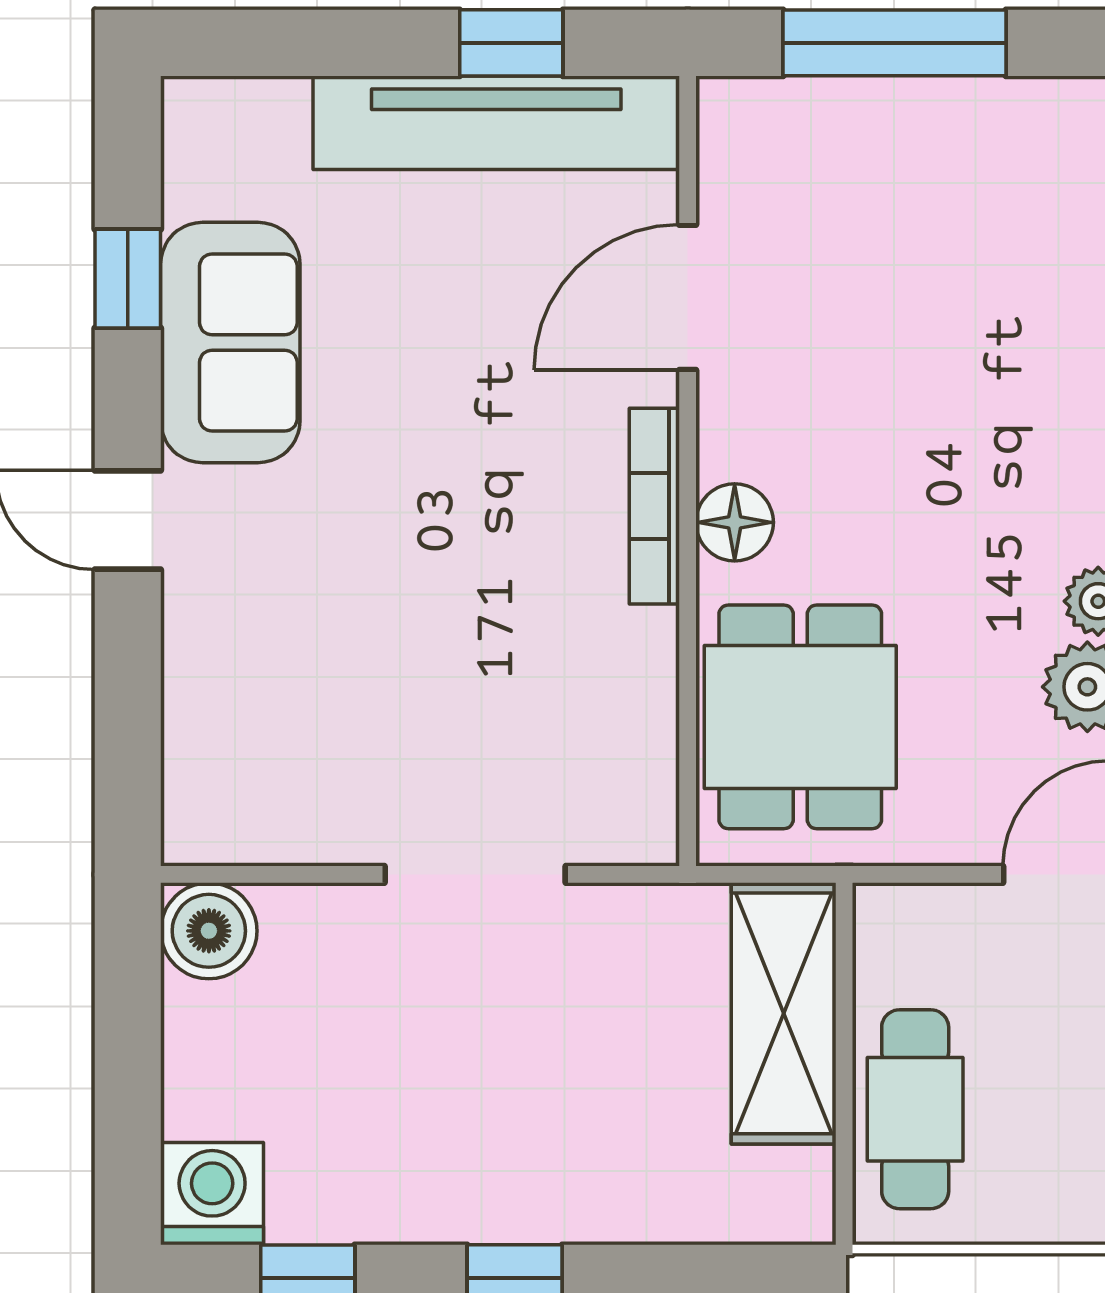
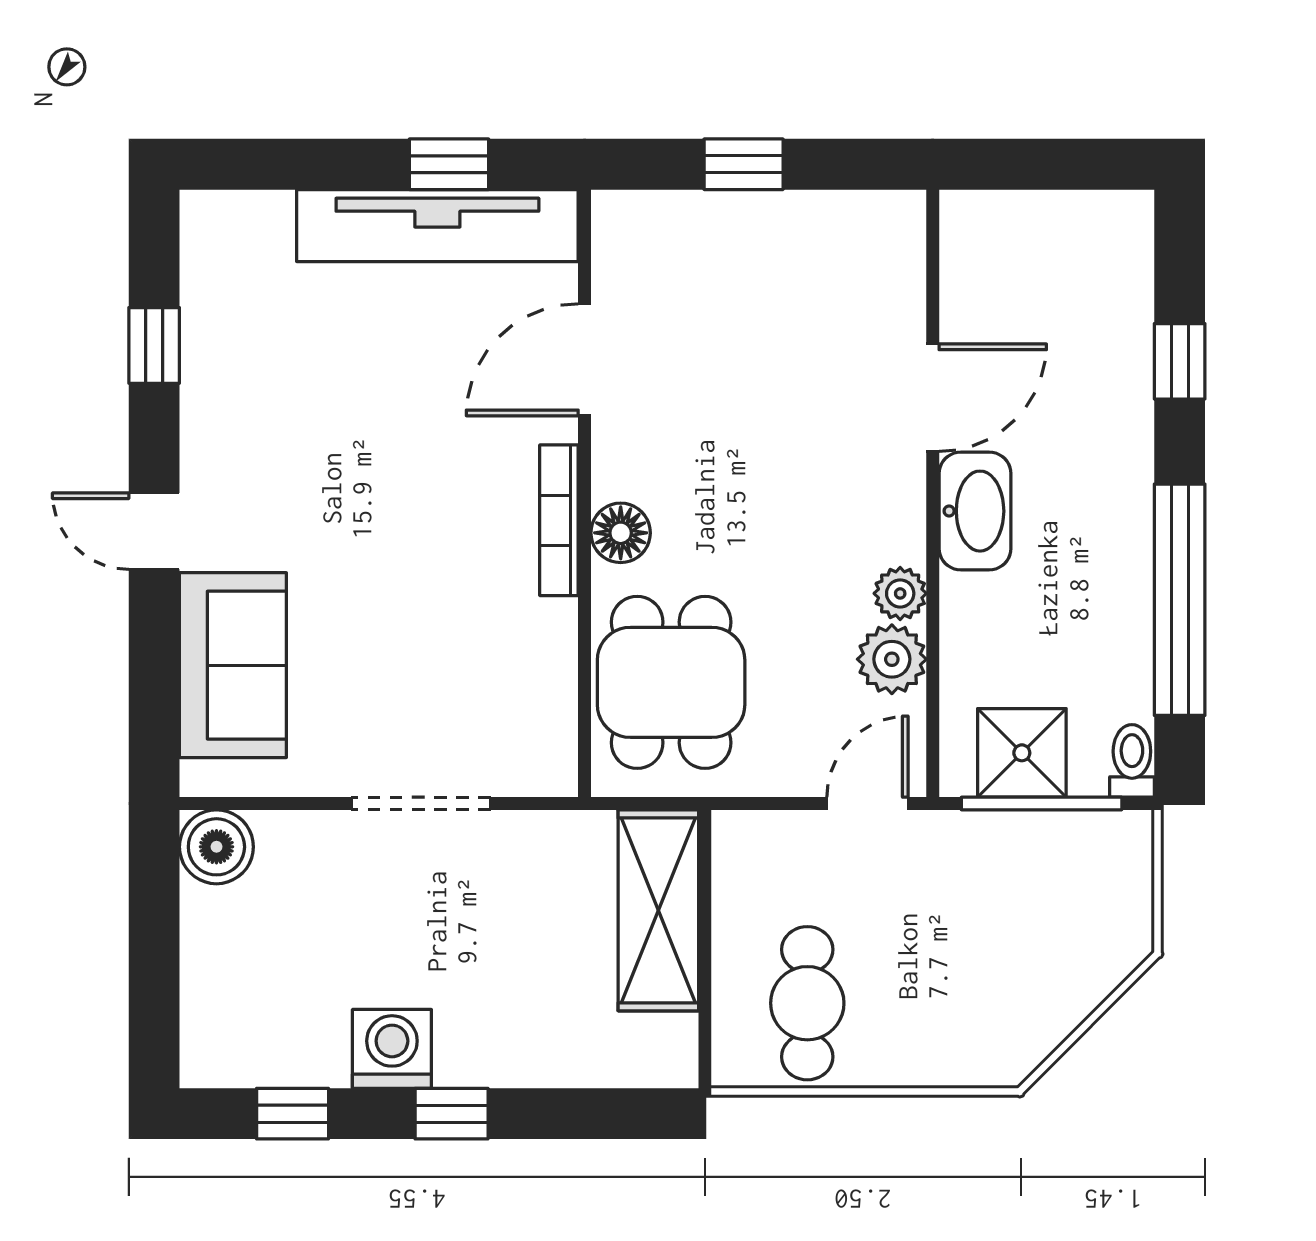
window: (894, 43) -> (744, 164), width x0.46
sofa: (230, 343) -> (233, 665), moved
cafe table: (915, 1109) -> (807, 1003), moved
washing machine: (212, 1194) -> (392, 1049), moved

